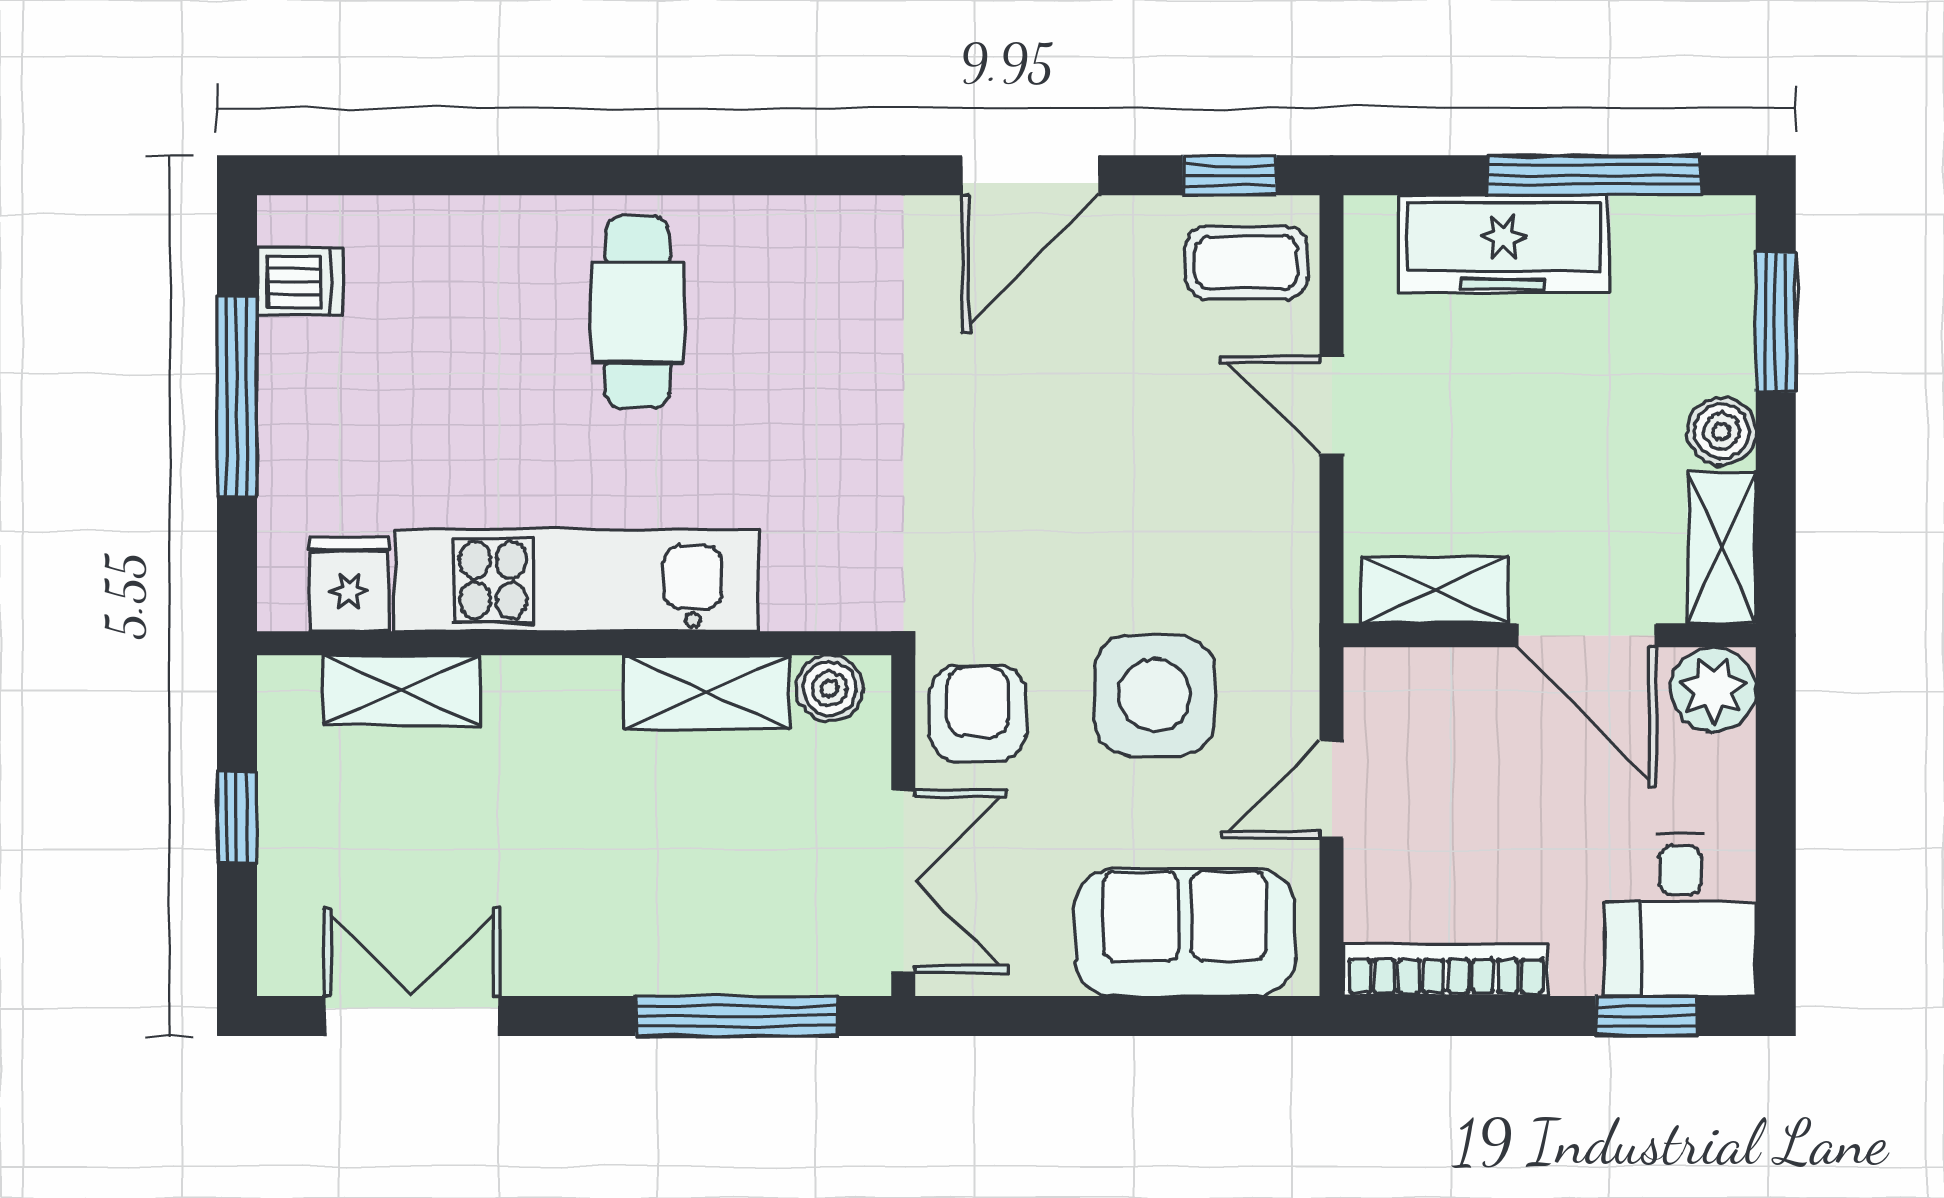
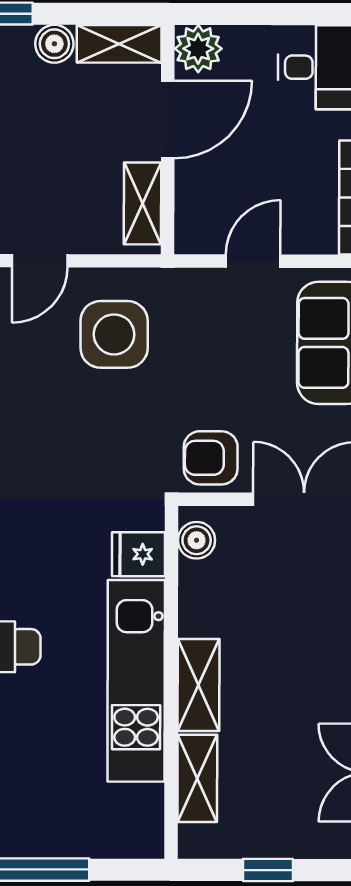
fridge: (349, 584) -> (138, 554), moved
shelving: (707, 692) -> (199, 685), moved
side table: (1154, 695) -> (114, 334), moved
door: (1332, 789) -> (253, 261), swing flipped

